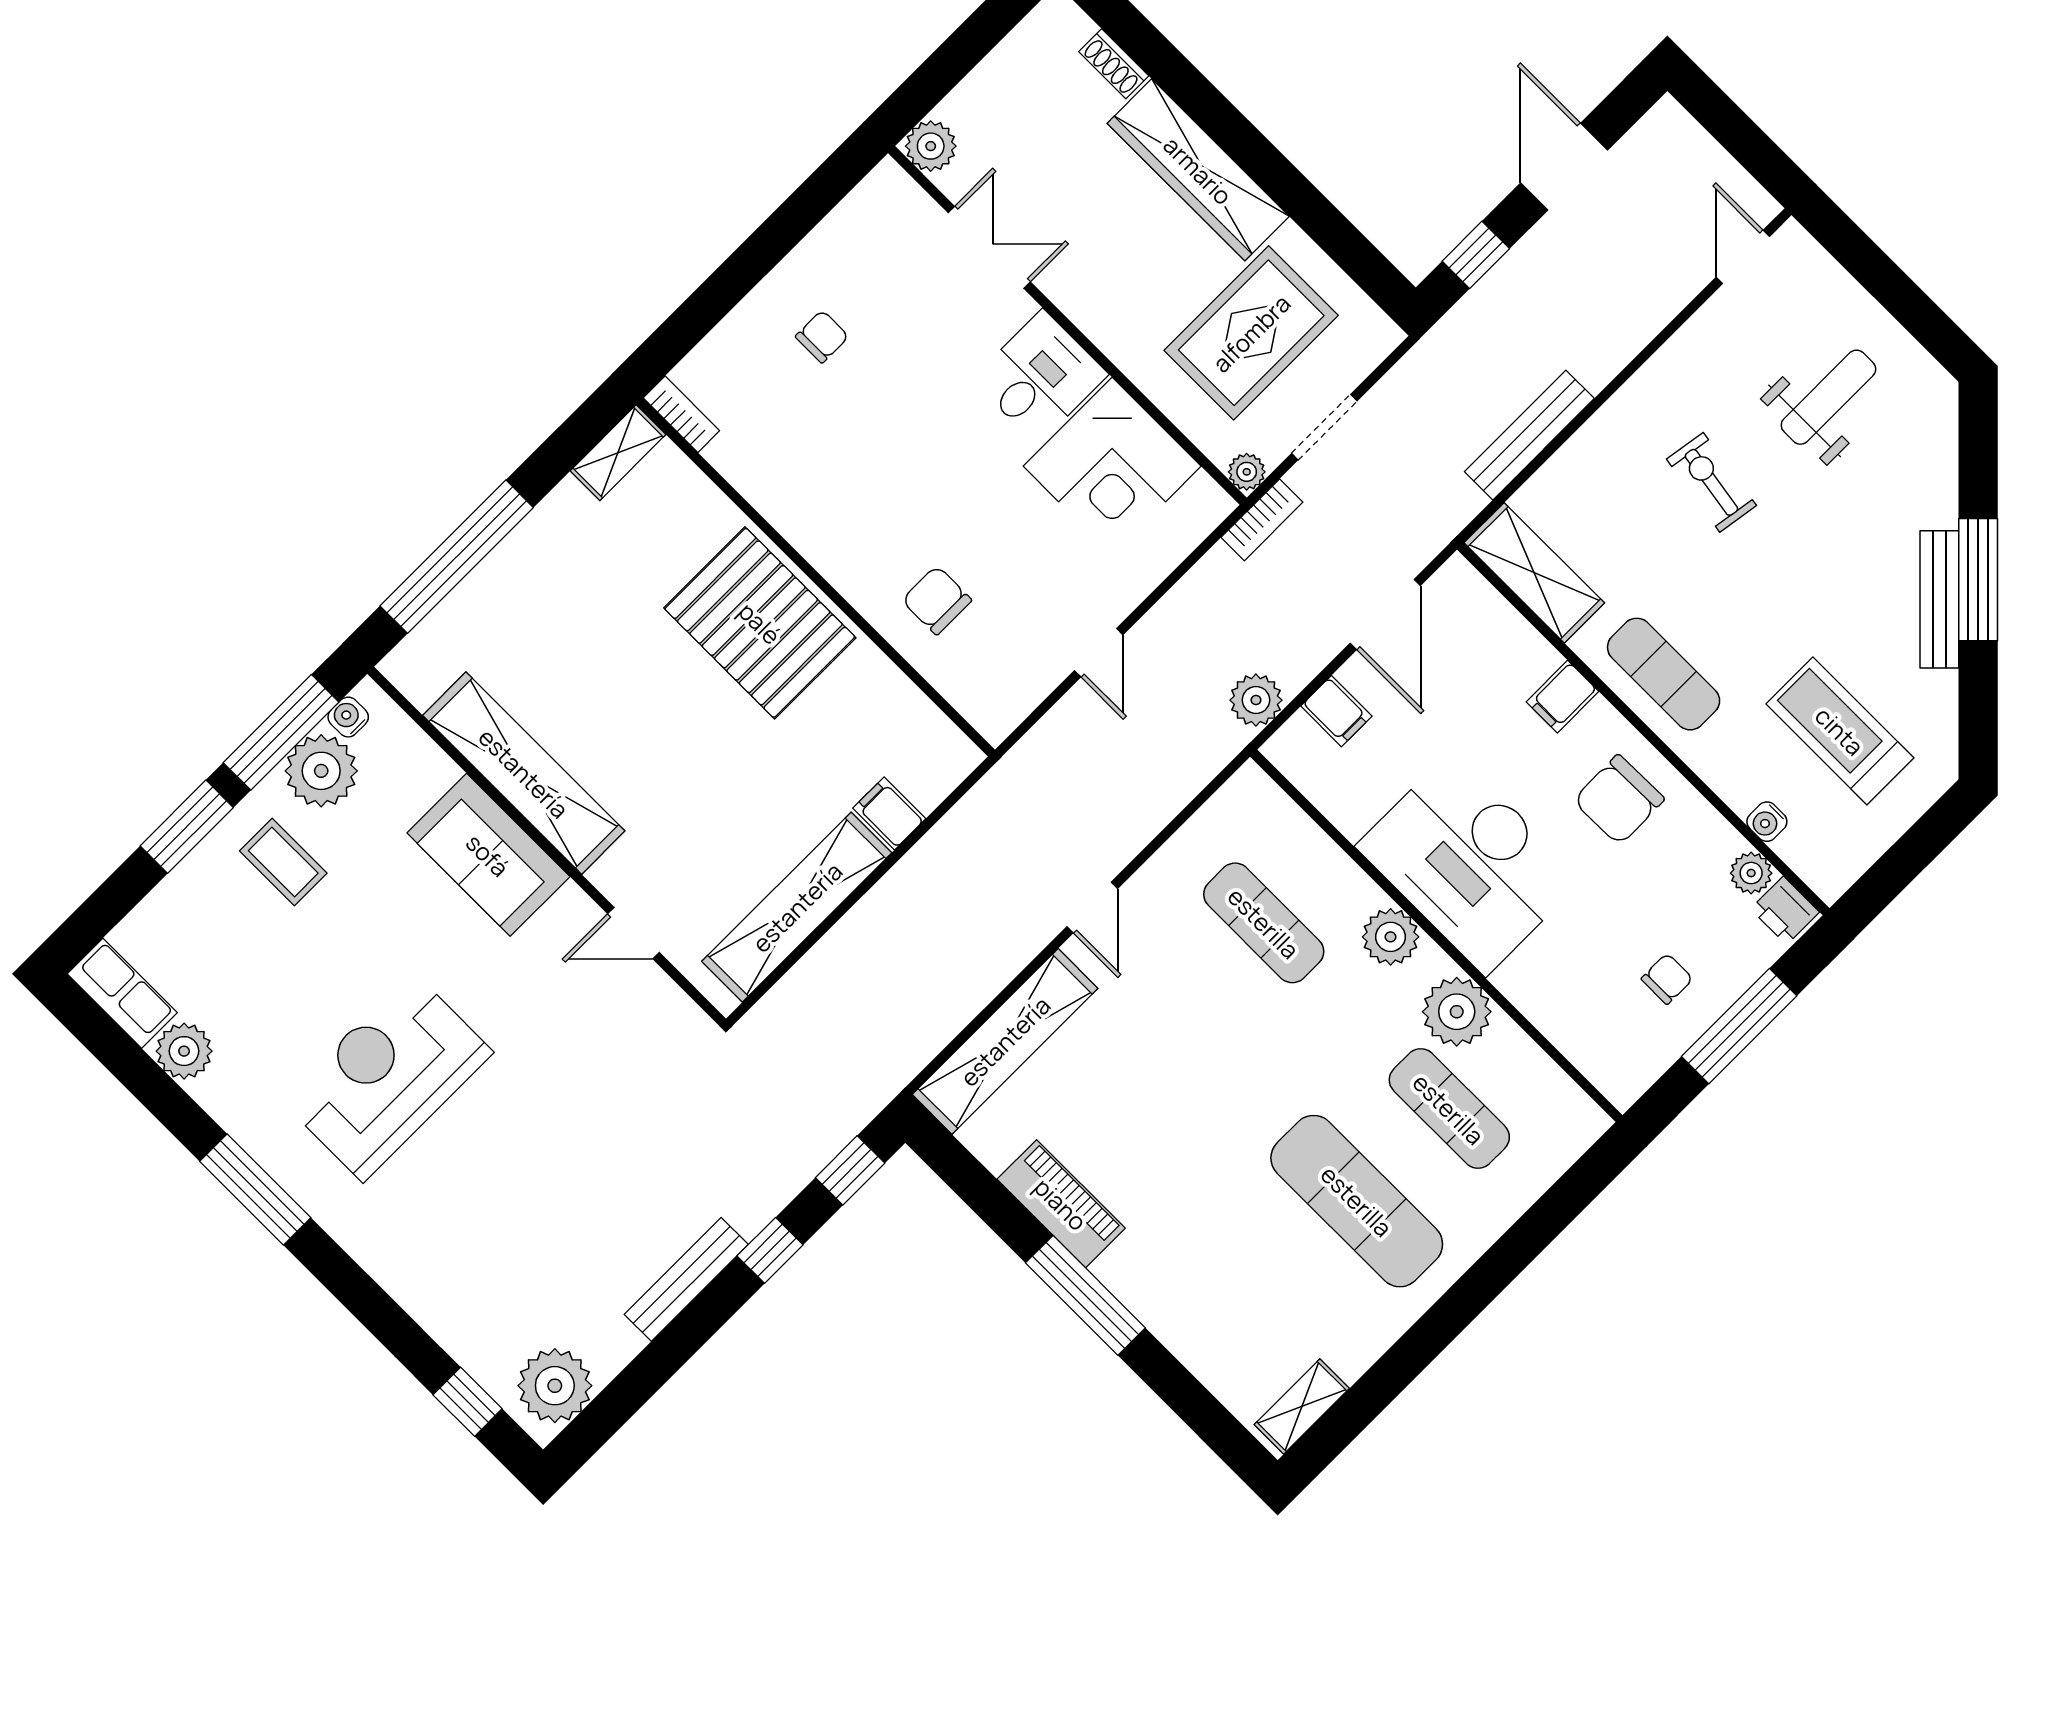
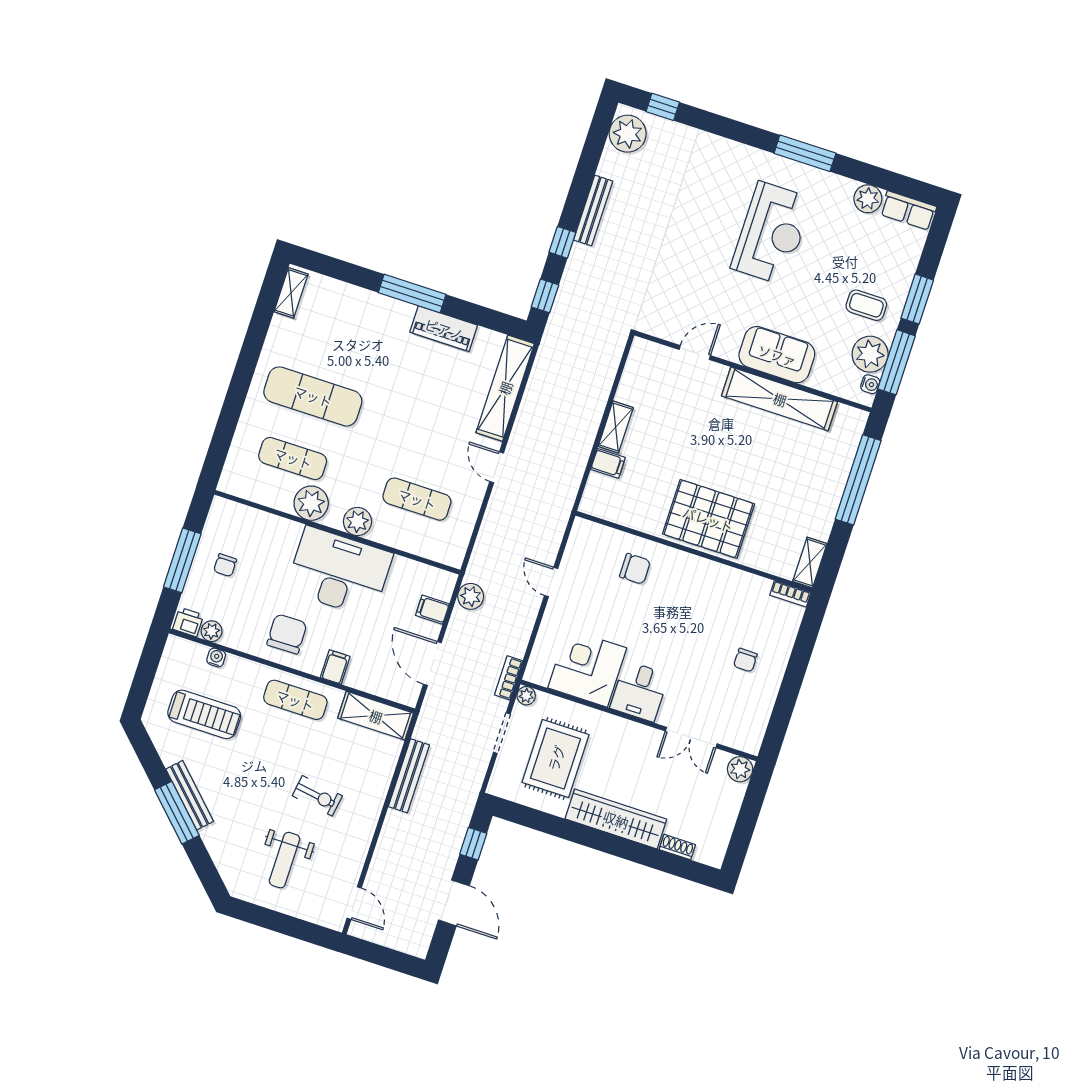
shelving: (797, 907) -> (616, 427), width x0.45, depth x0.75

